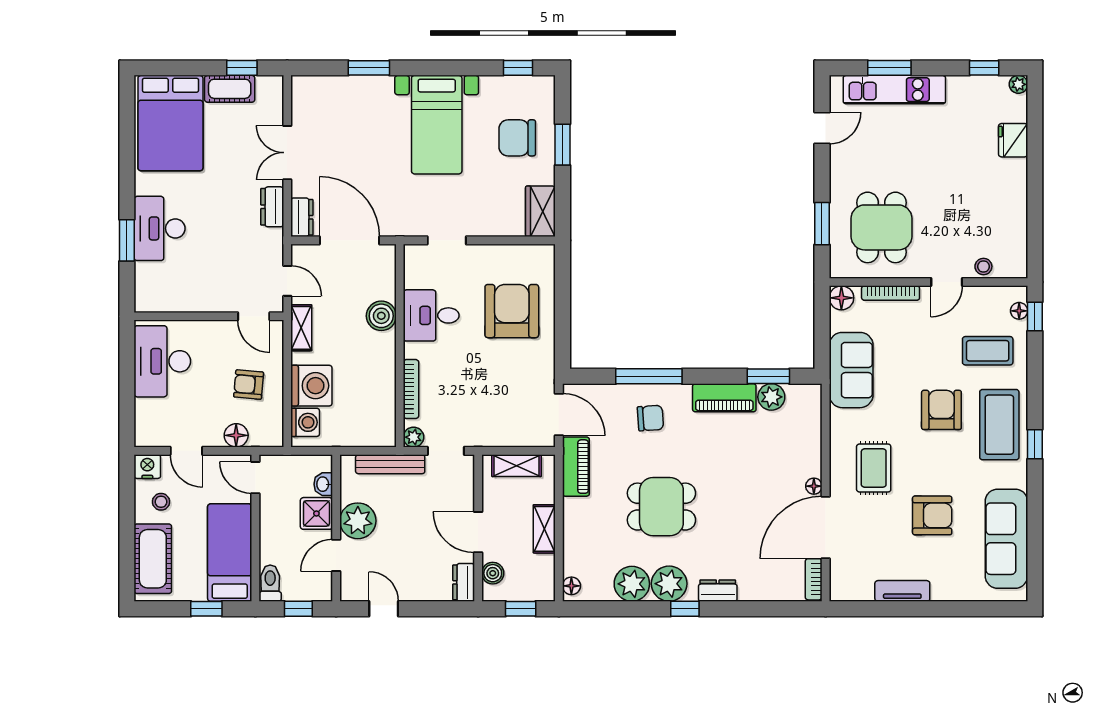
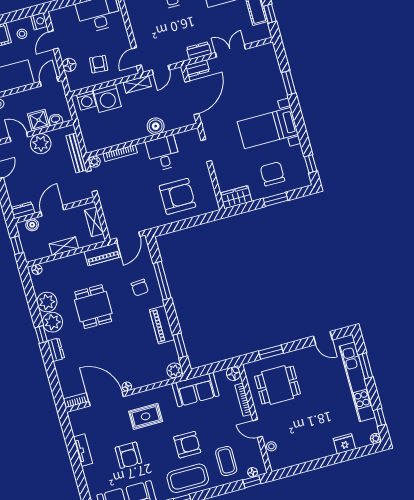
kitchen unit: (894, 90) -> (357, 382), width x1.36
plant: (771, 397) -> (175, 370), moved

